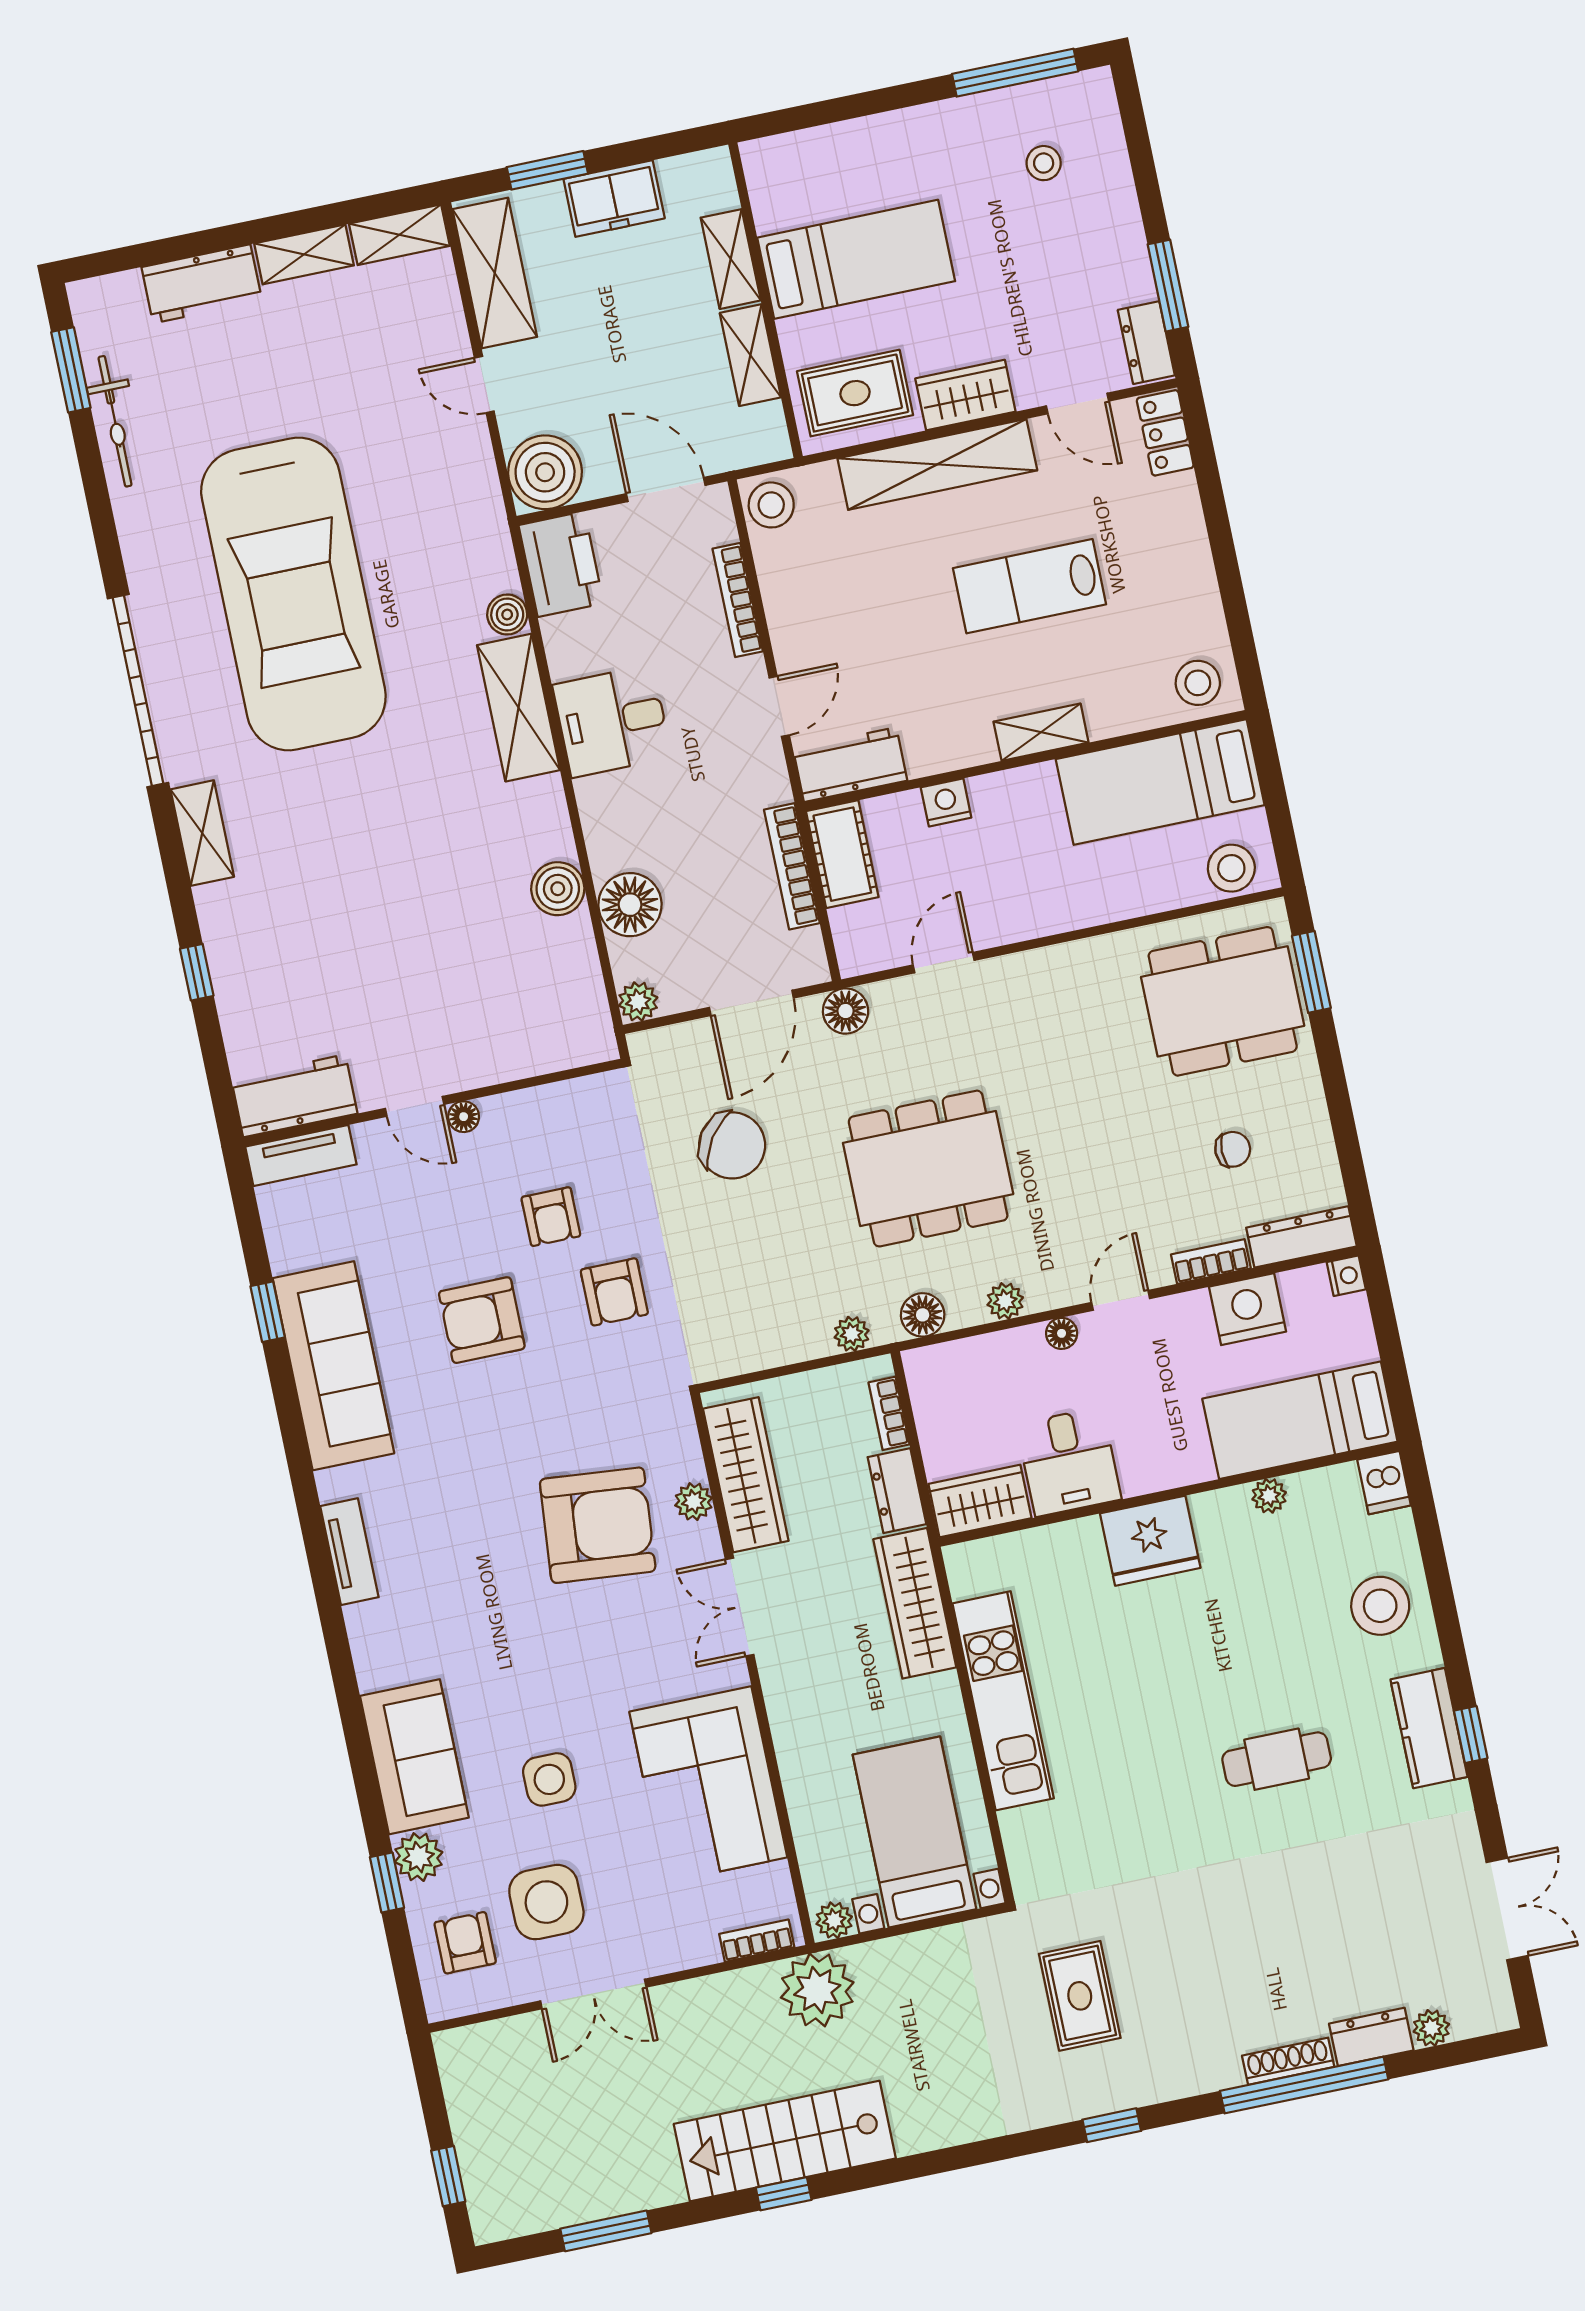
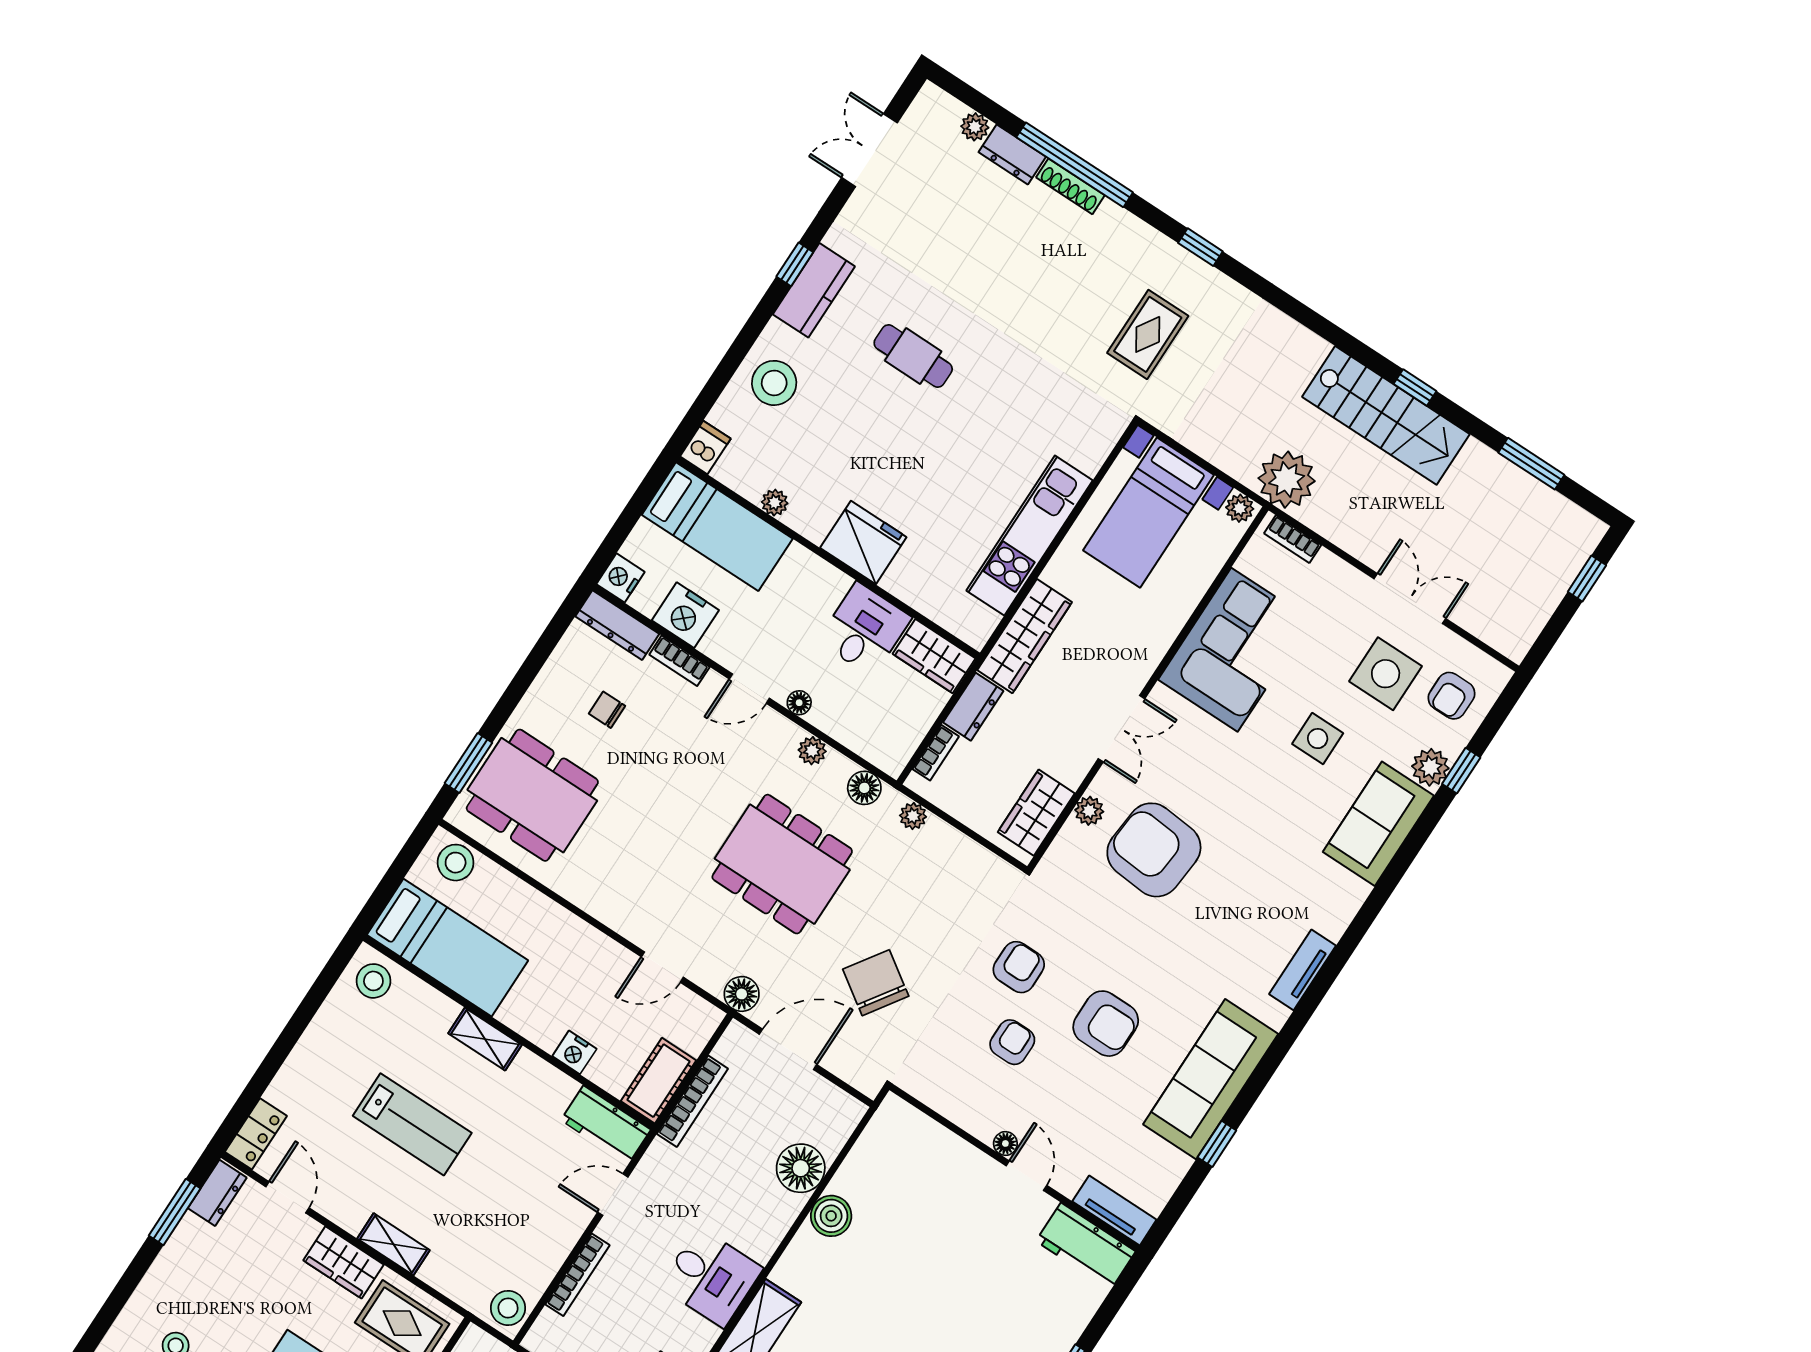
shelving: (937, 464) -> (393, 1244), width x0.45, depth x0.75
plant: (638, 1002) -> (849, 1111), removed
nightstand: (1346, 1276) -> (620, 578), width x1.39, depth x1.35
wardrobe: (746, 1475) -> (1036, 813), width x0.67

